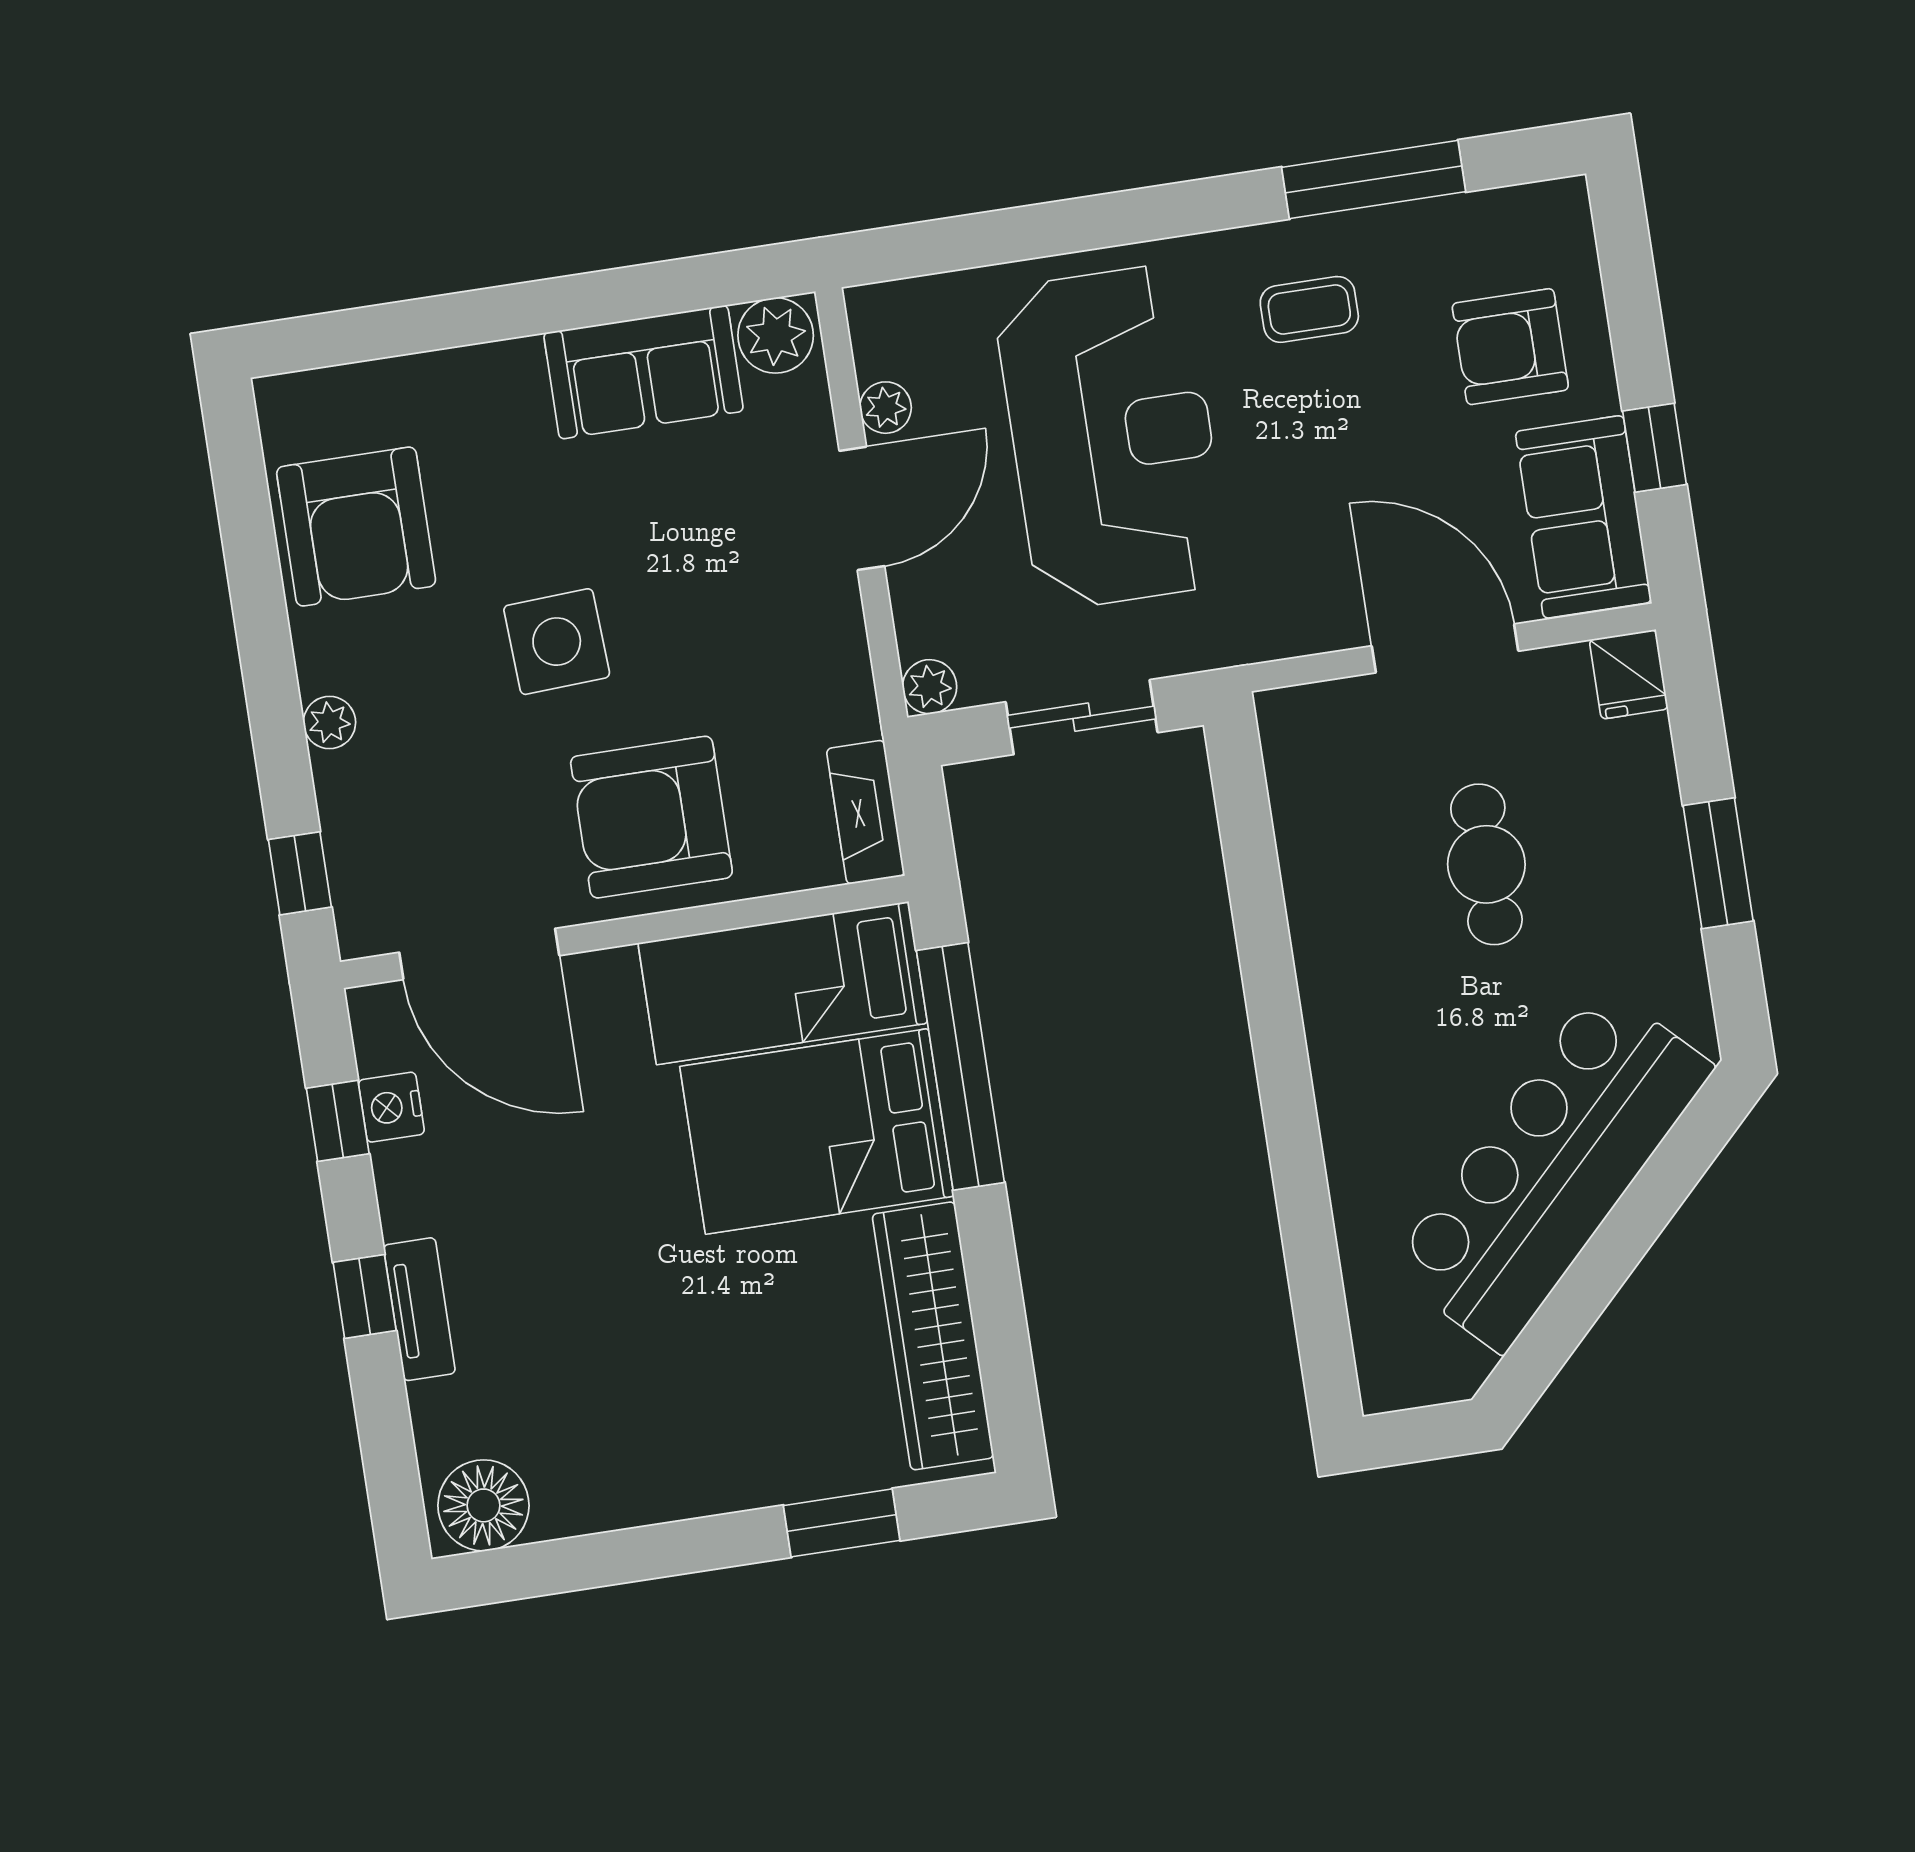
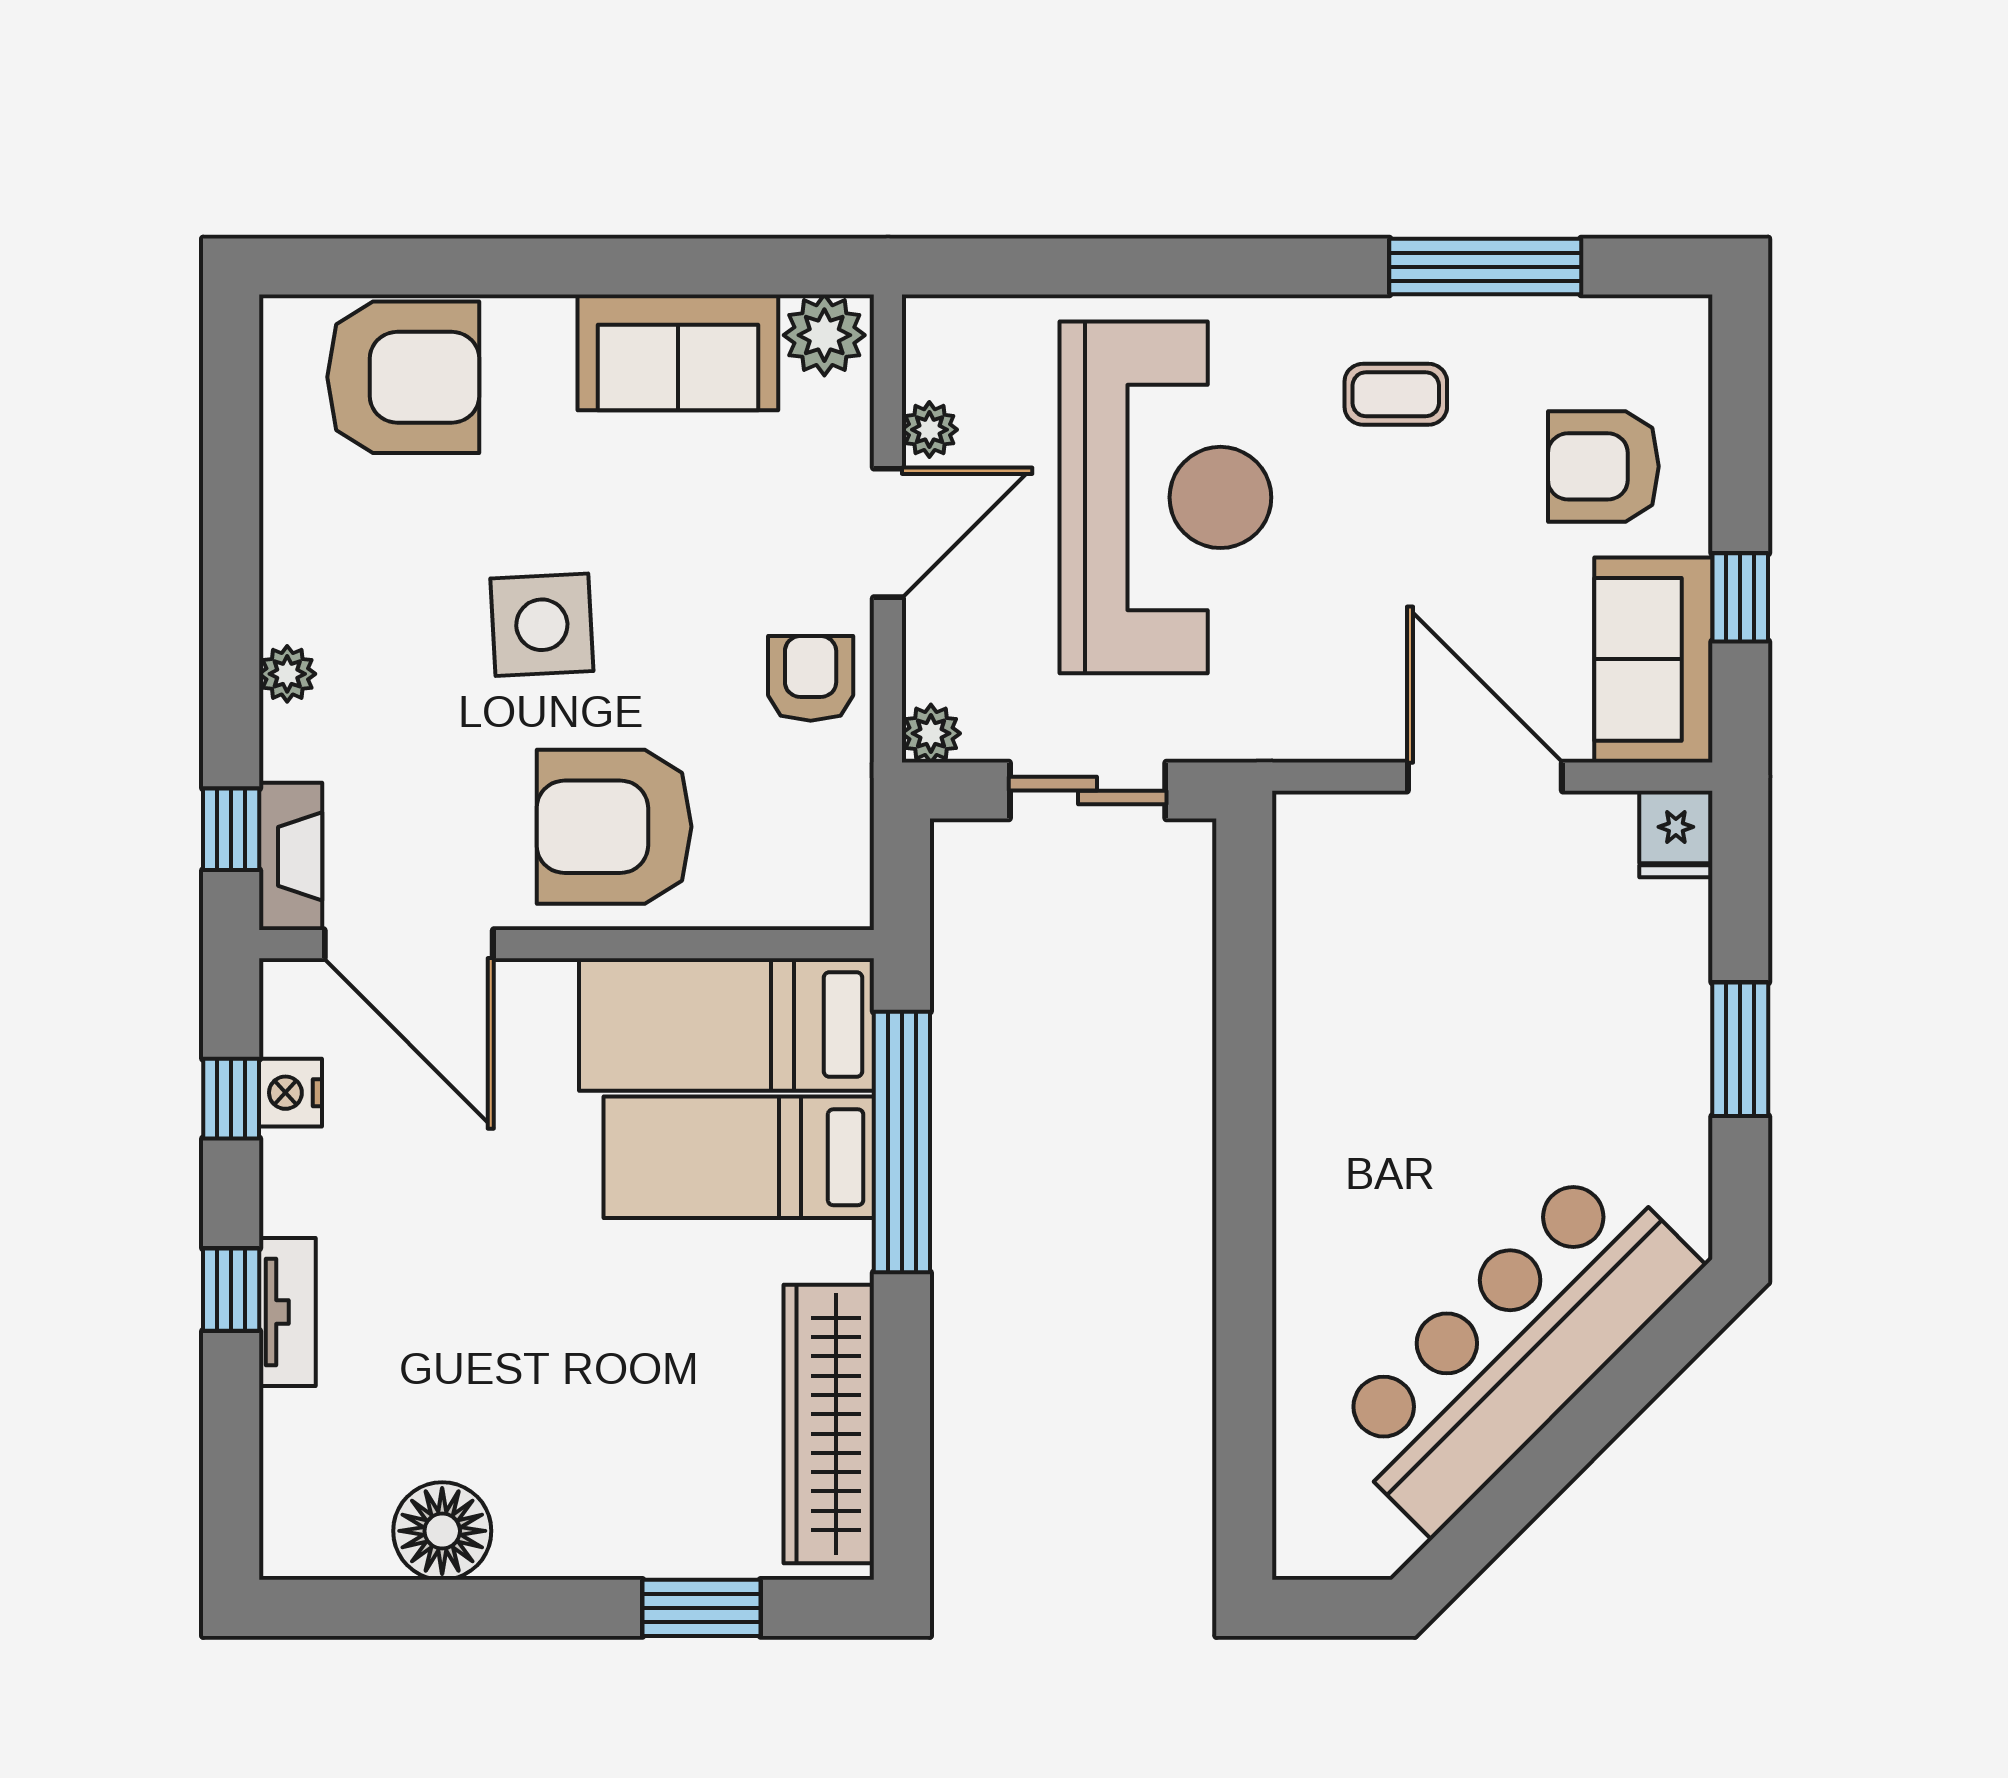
armchair: (356, 527) -> (403, 377), moved, turned -90
armchair: (811, 653) -> (811, 678), added
fireplace: (866, 812) -> (291, 856), moved, turned 180
cafe table: (1486, 864) -> (1494, 1013), removed
bed: (817, 1131) -> (739, 1157), width x0.67
floor lamp: (483, 1505) -> (442, 1531), moved

